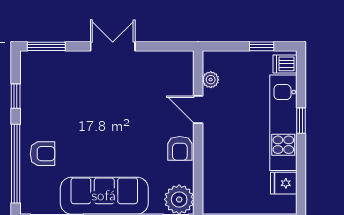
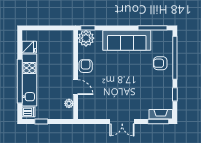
fireplace: (42, 60) -> (161, 114), added
window: (301, 121) -> (20, 81), width x3.17

